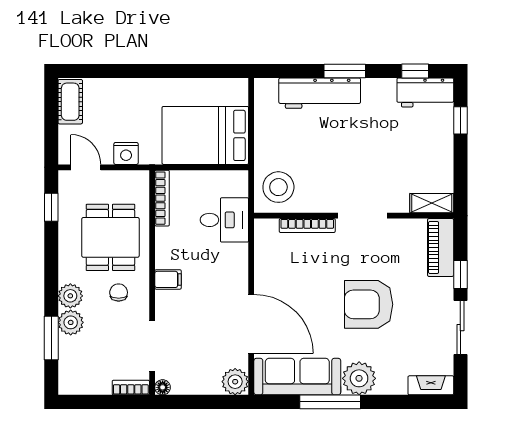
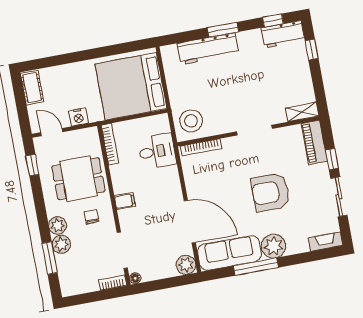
bed: (205, 135) -> (131, 86), width x1.36
bookcase: (307, 226) -> (201, 147), moved
dining table: (110, 237) -> (78, 179), turned 90

